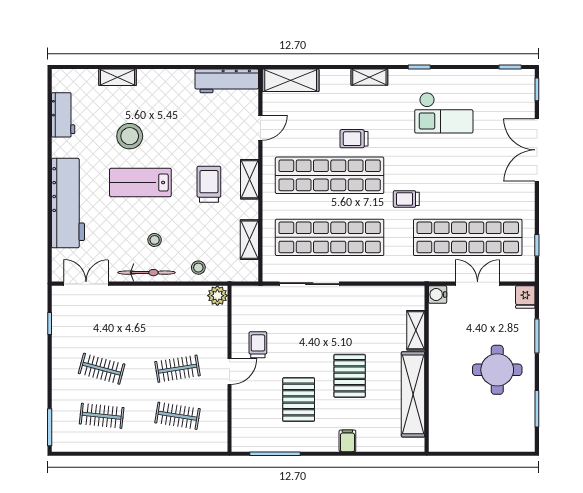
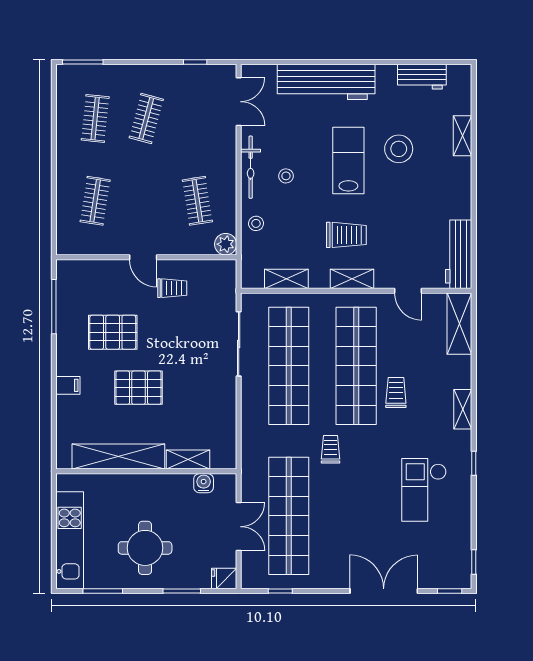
water cooler: (438, 295) -> (204, 483), moved
clothes rail: (177, 369) -> (197, 201), moved
kitchen unit: (490, 439) -> (70, 540), added

